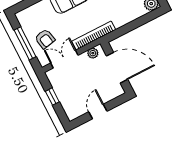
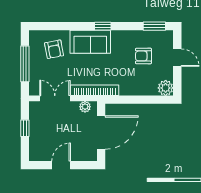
armchair: (45, 39) -> (54, 49), moved
door: (117, 68) -> (101, 133), hinge flipped

